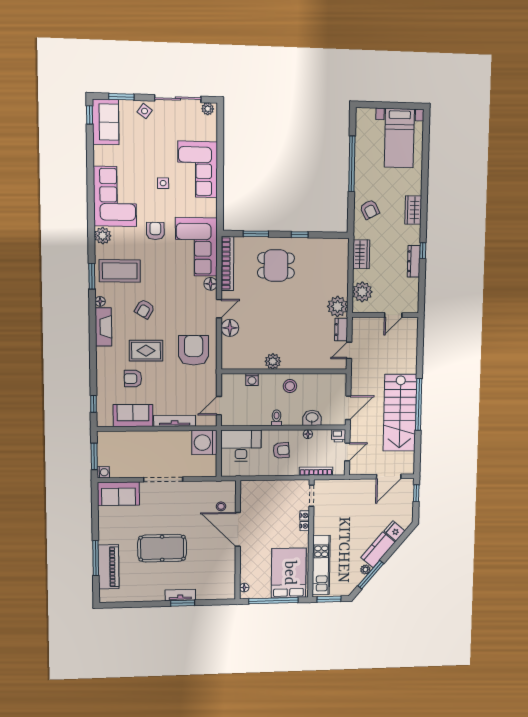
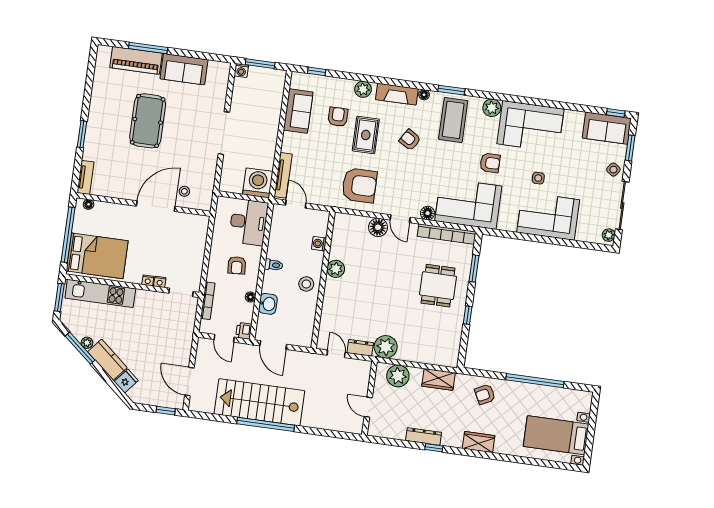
plant: (104, 359) -> (363, 89), added
tv unit: (175, 421) -> (283, 175), moved
sofa: (119, 494) -> (184, 69), moved, turned -90
tv unit: (180, 595) -> (85, 177), moved

